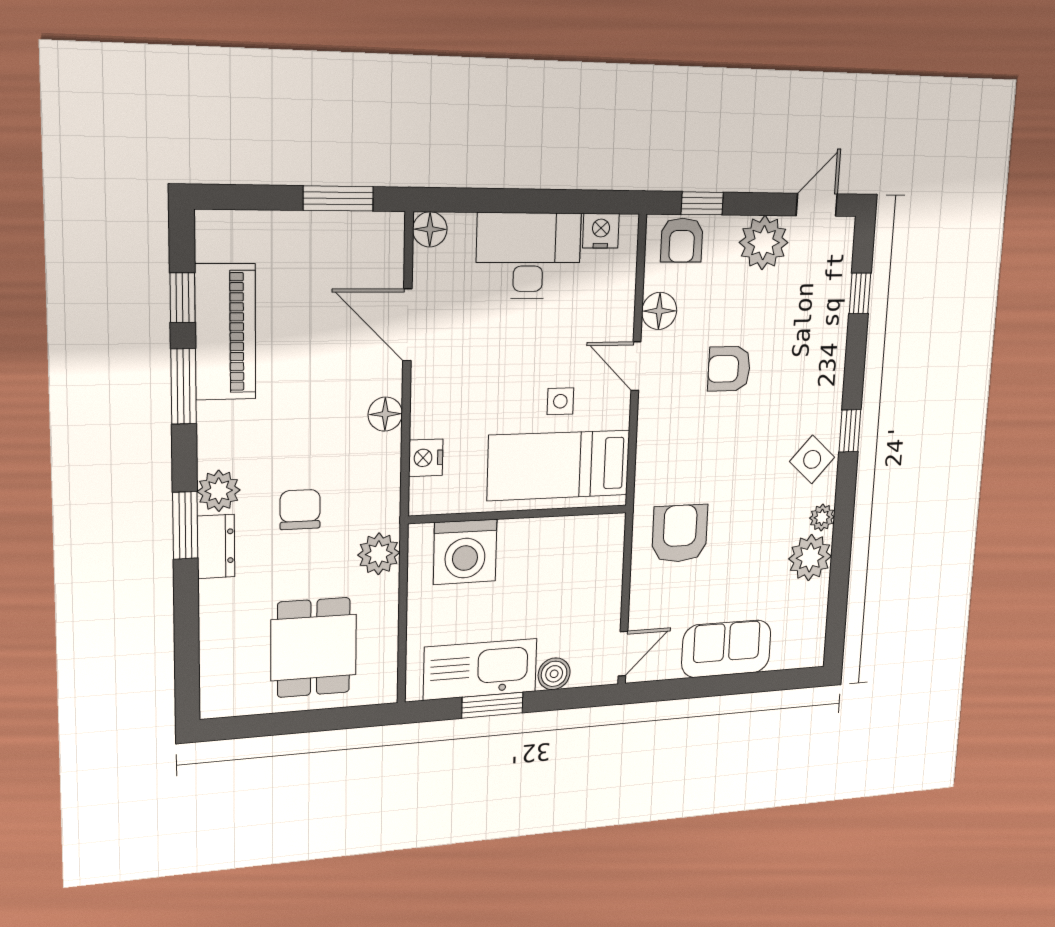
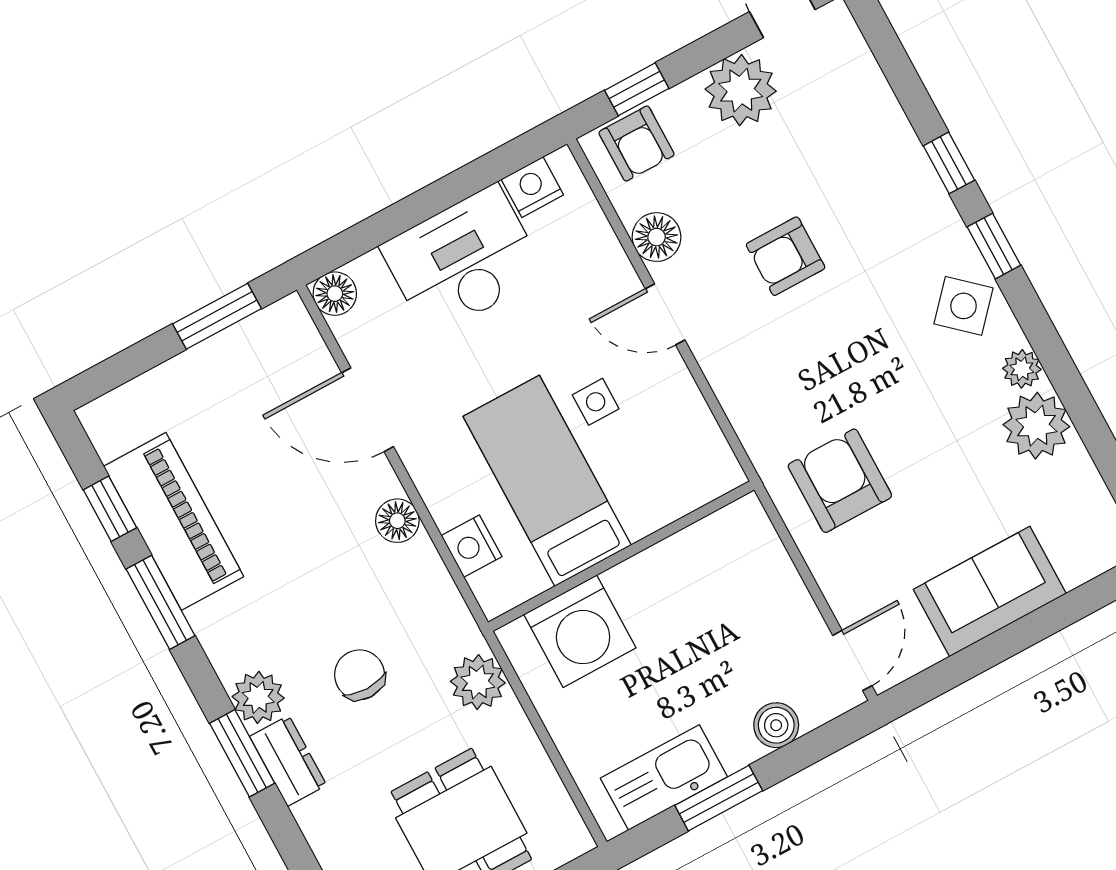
window: (860, 293) -> (949, 163), moved
bed: (559, 465) -> (547, 481), moved, turned 90
kitchen sink: (480, 669) -> (664, 778), width x0.73, depth x0.81

